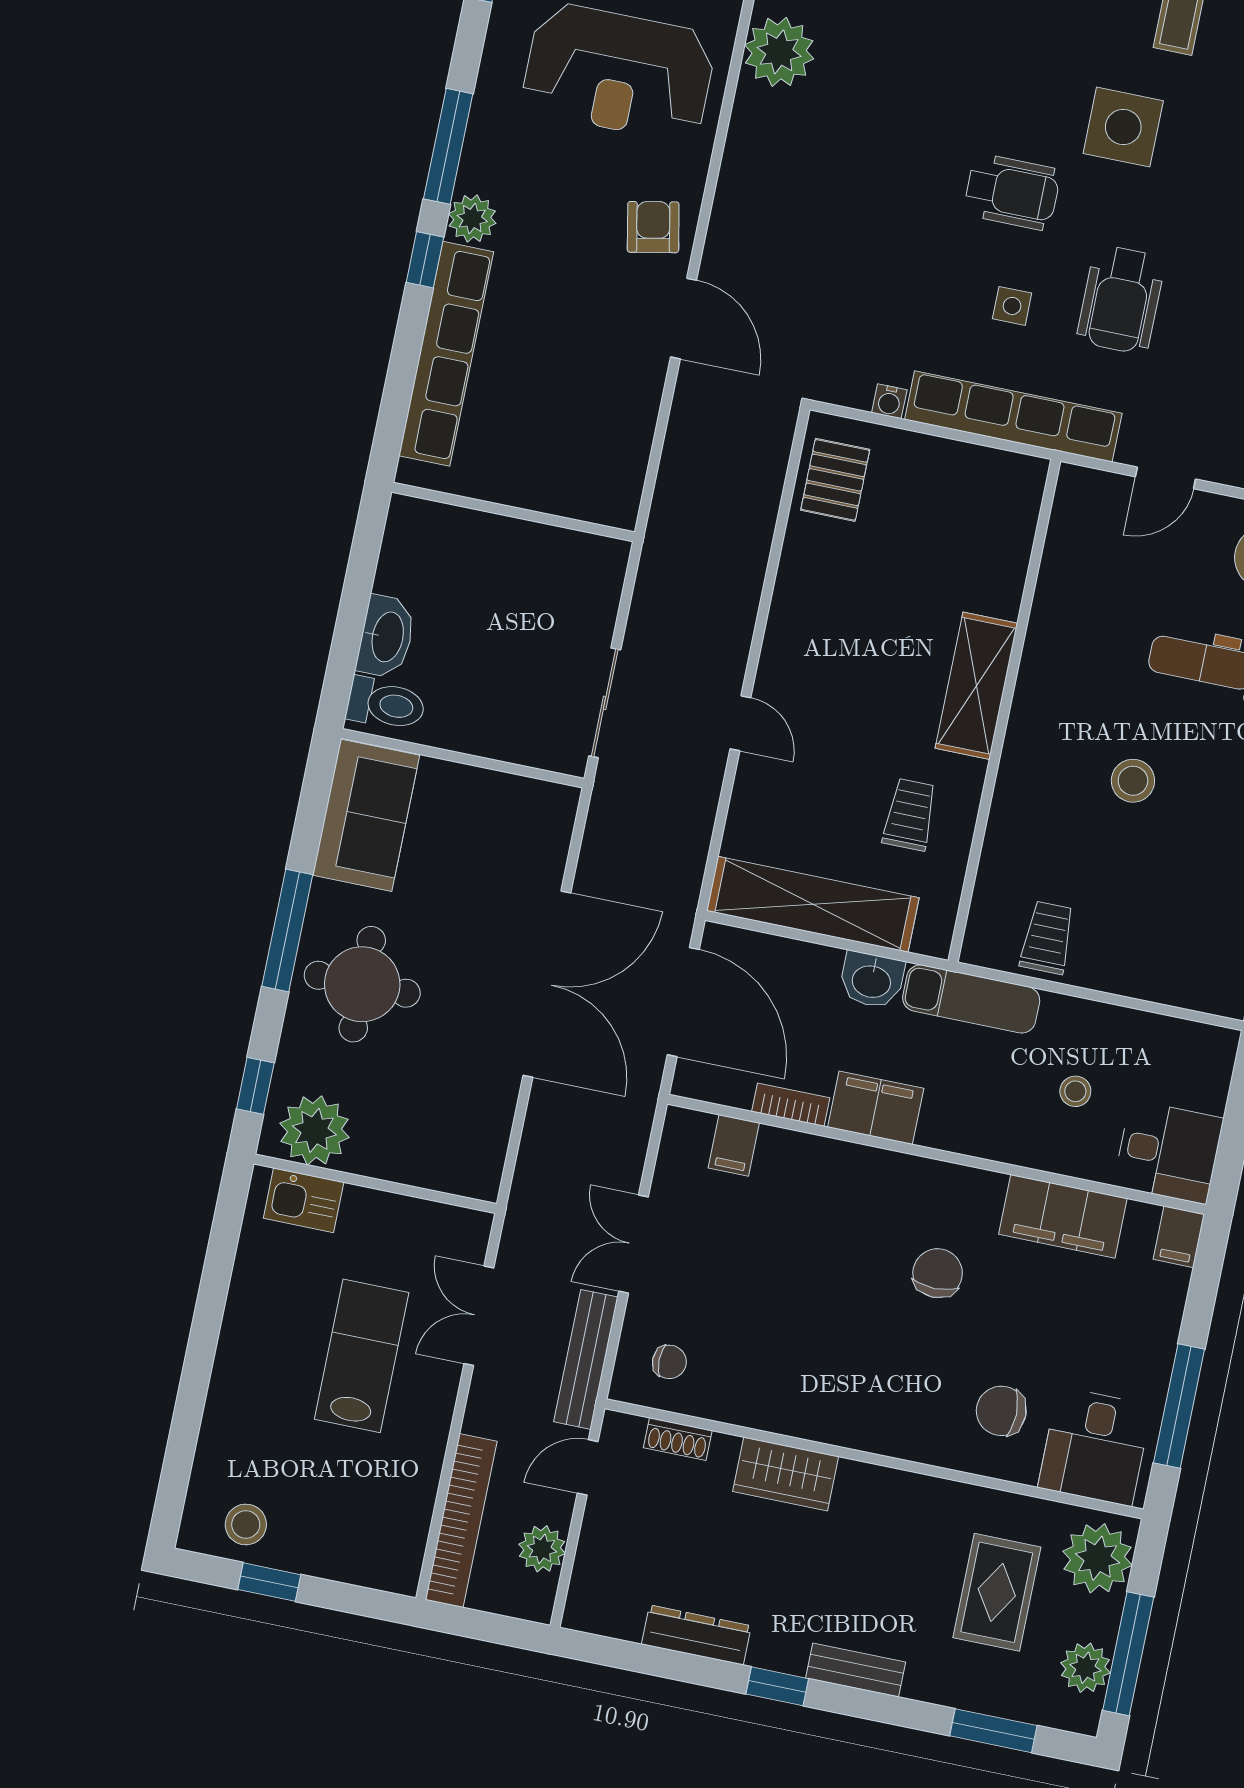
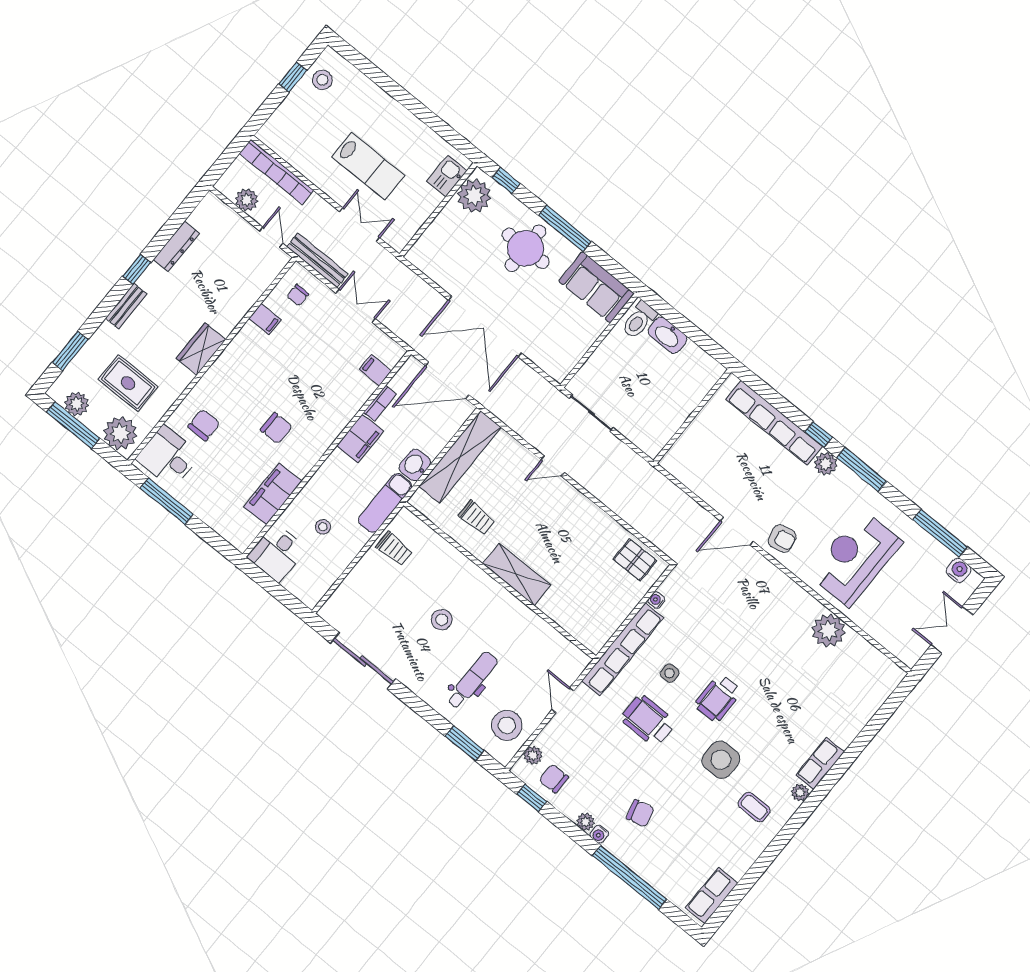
filing cabinet: (1179, 1237) -> (265, 319), moved, turned 180
shoe rack: (678, 1439) -> (263, 282), removed
wardrobe: (786, 1474) -> (201, 349), moved

